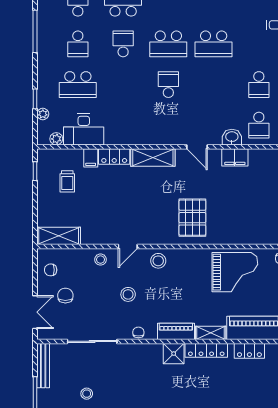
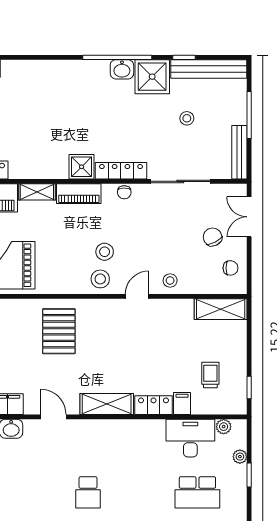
school desk: (78, 85) -> (197, 492), turned 180
stool: (128, 294) -> (105, 252), moved
chair: (65, 296) -> (213, 237), turned 153
locker: (206, 350) -> (121, 171), moved

